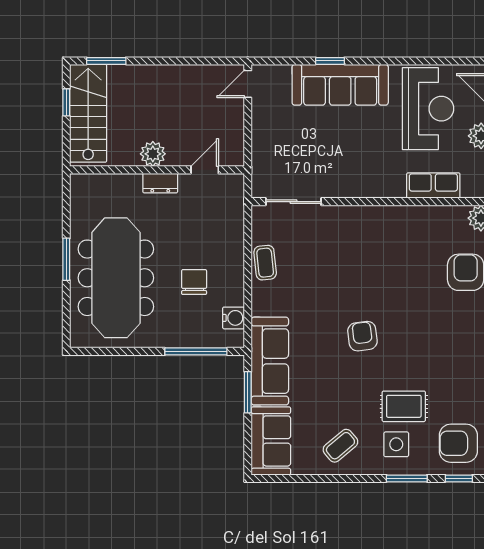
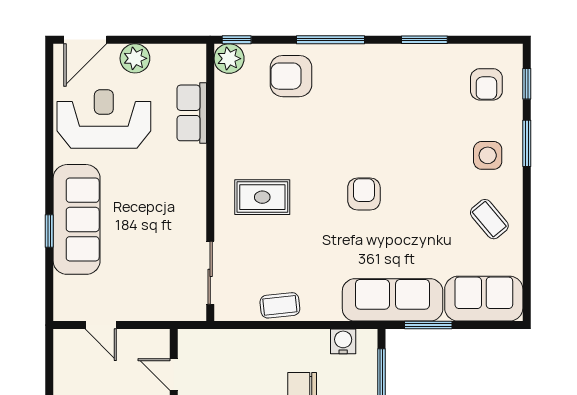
door: (248, 84) -> (101, 325), moved
armchair: (362, 336) -> (364, 194), turned 97
rug: (404, 406) -> (262, 197), moved, turned 90
armchair: (458, 443) -> (486, 84), width x0.72, depth x0.72

